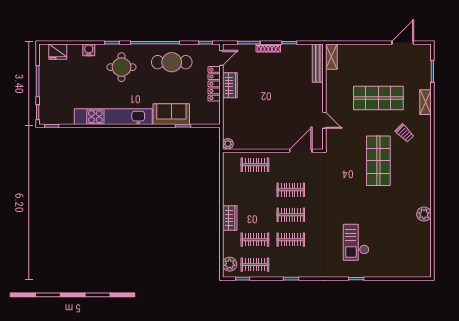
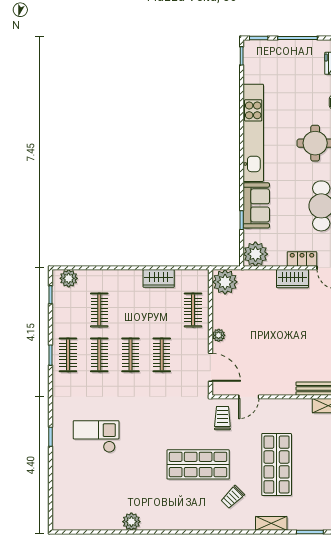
locker: (214, 84) -> (302, 259), width x0.66
plant: (210, 115) -> (255, 254), added
trolley: (341, 141) -> (222, 418), added
plant: (228, 144) -> (225, 282), width x1.88, depth x1.88
plant: (275, 144) -> (219, 335), added
wardrobe: (230, 218) -> (159, 278), moved
clothes rail: (255, 265) -> (68, 355), moved

